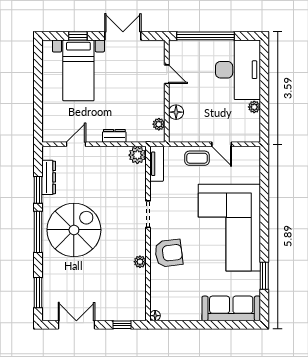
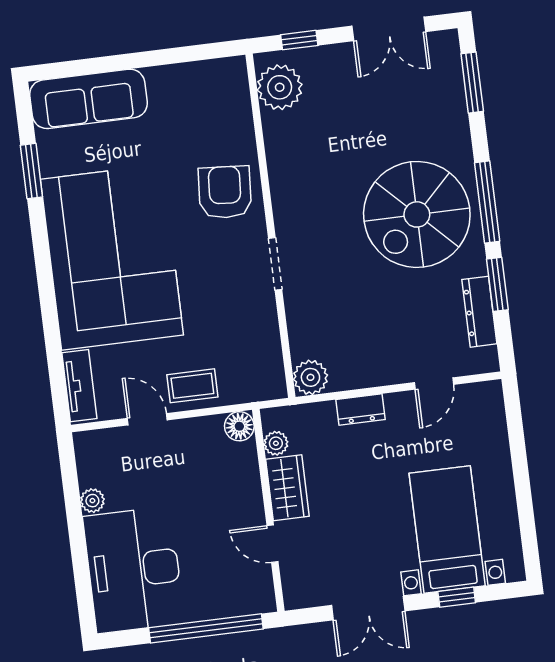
wardrobe: (156, 101) -> (287, 488), added
floor lamp: (176, 112) -> (239, 426), moved
tv unit: (157, 164) -> (79, 386), moved, turned 180
armchair: (169, 253) -> (225, 192), turned 101
plant: (140, 262) -> (280, 87), moved, width x1.87, depth x1.87
floor lamp: (155, 316) -> (236, 66), removed

